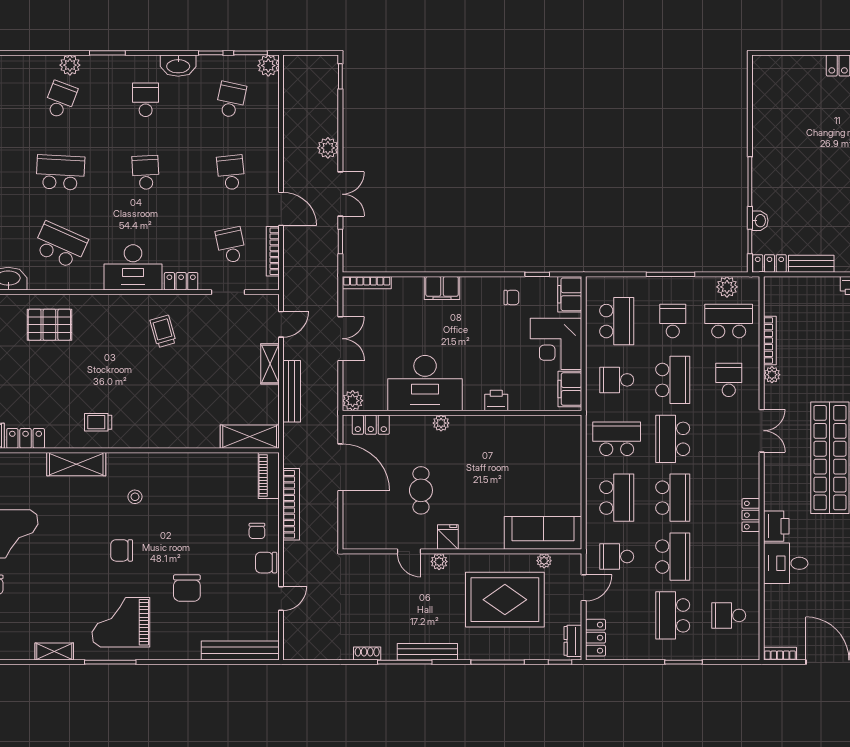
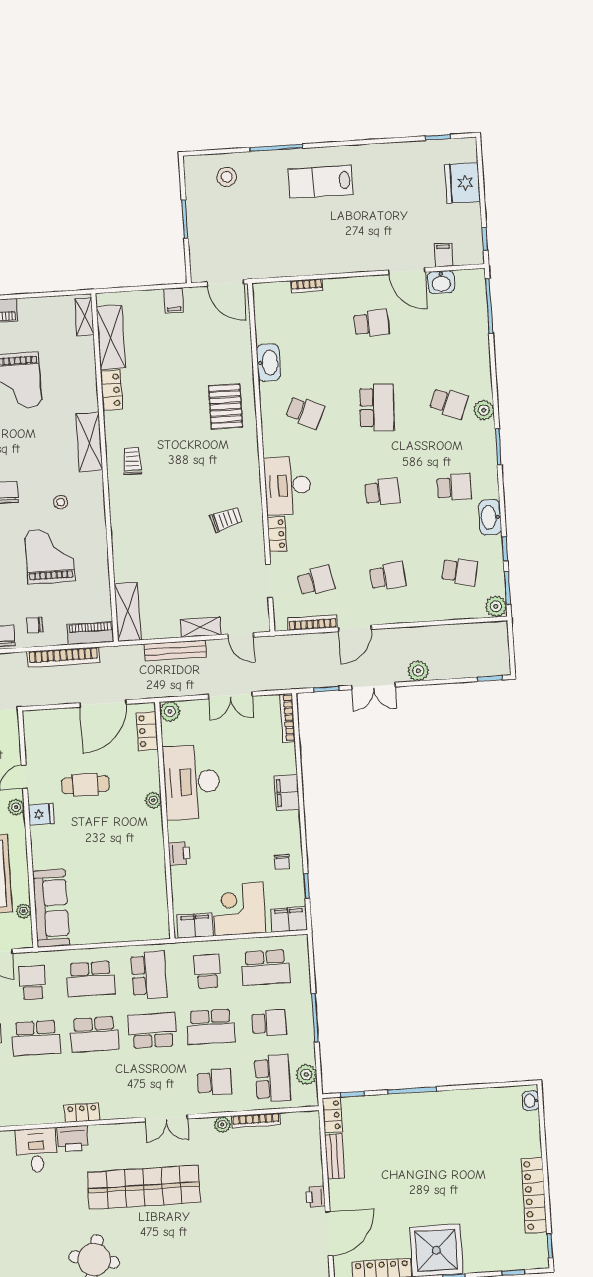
washbasin: (760, 221) -> (531, 1101), moved, turned 90
school desk: (60, 245) -> (305, 412), width x0.54
grand piano: (188, 511) -> (50, 556), added

